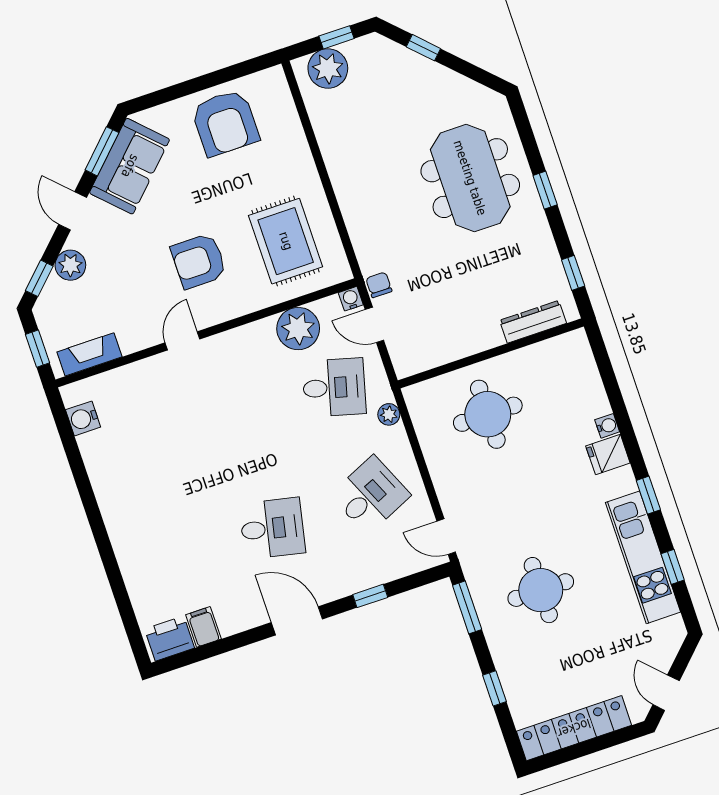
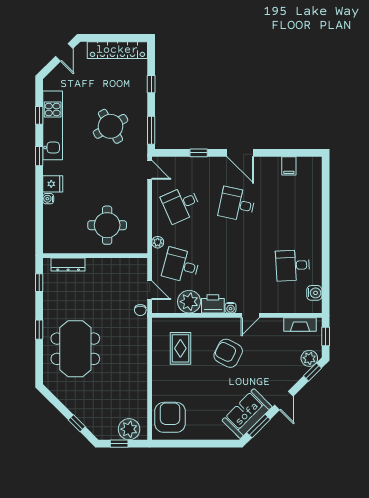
armchair: (225, 123) -> (170, 417), moved
rug: (286, 241) -> (180, 348), width x0.73, depth x0.70
armchair: (199, 261) -> (228, 353), turned -153
plant: (70, 265) -> (309, 358), moved
water cooler: (351, 299) -> (231, 308), moved
desk: (138, 454) -> (293, 265), added
round table: (541, 590) -> (110, 126), turned -30
printer: (170, 638) -> (213, 304), moved, turned 180

